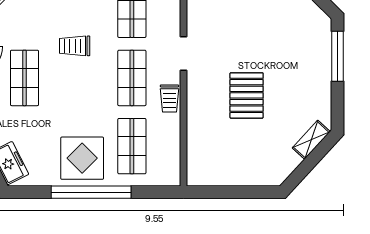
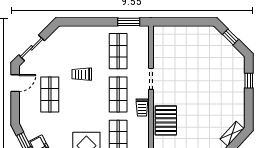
window: (337, 56) -> (249, 81), width x0.46
pallet: (247, 95) -> (166, 120), moved

